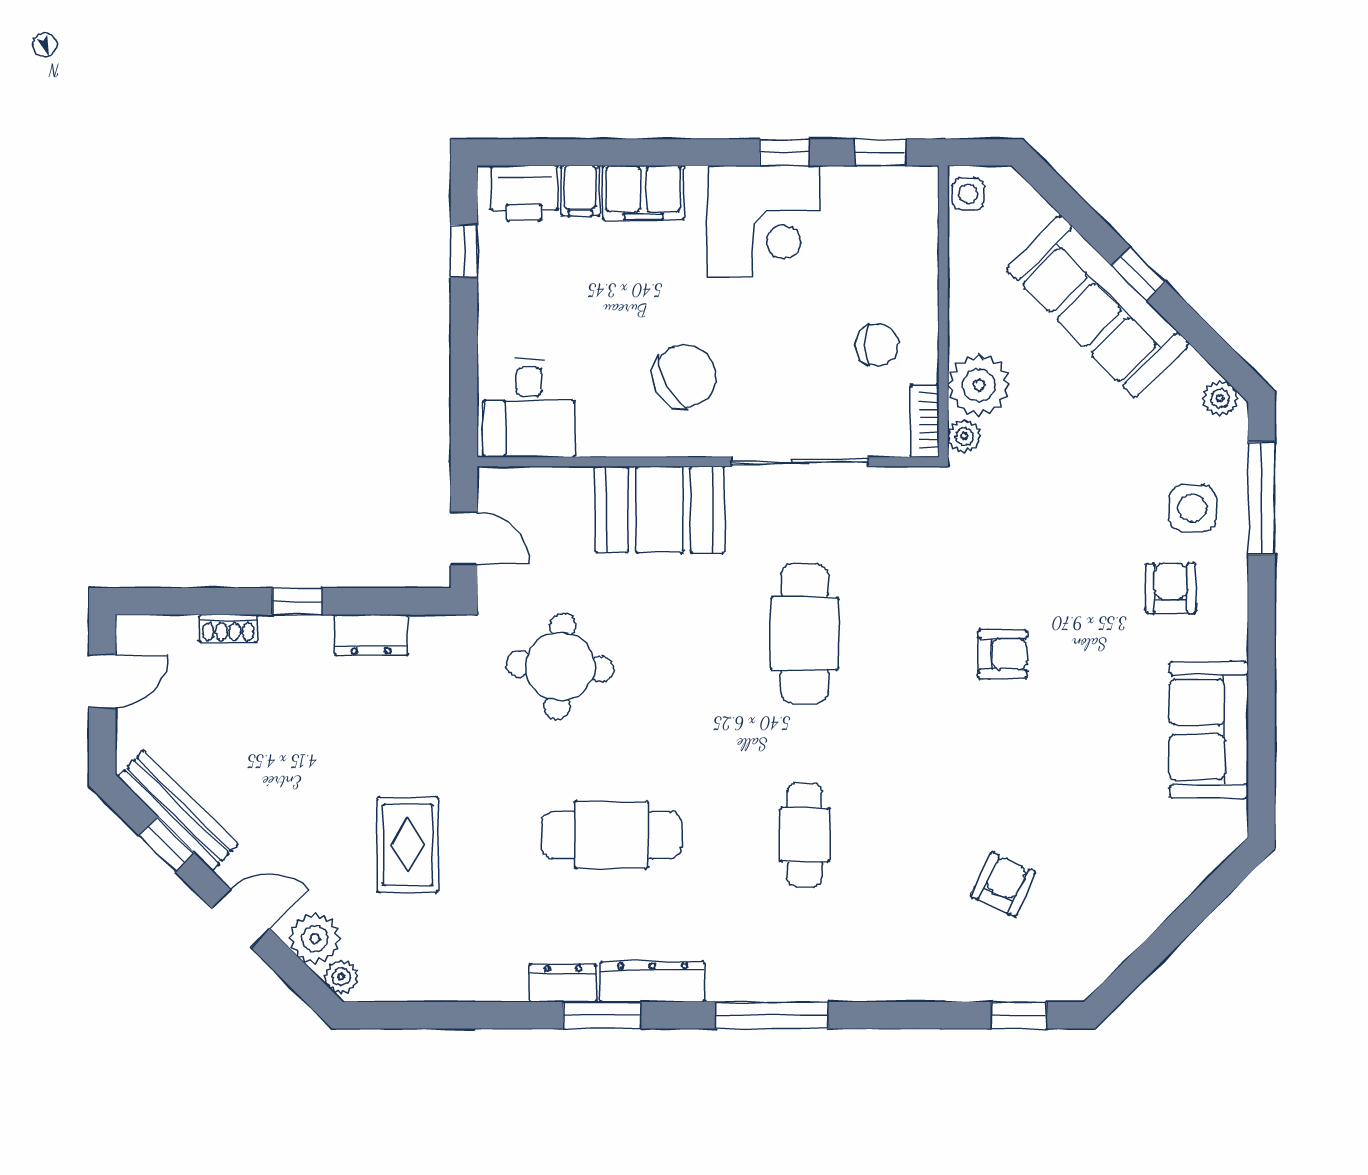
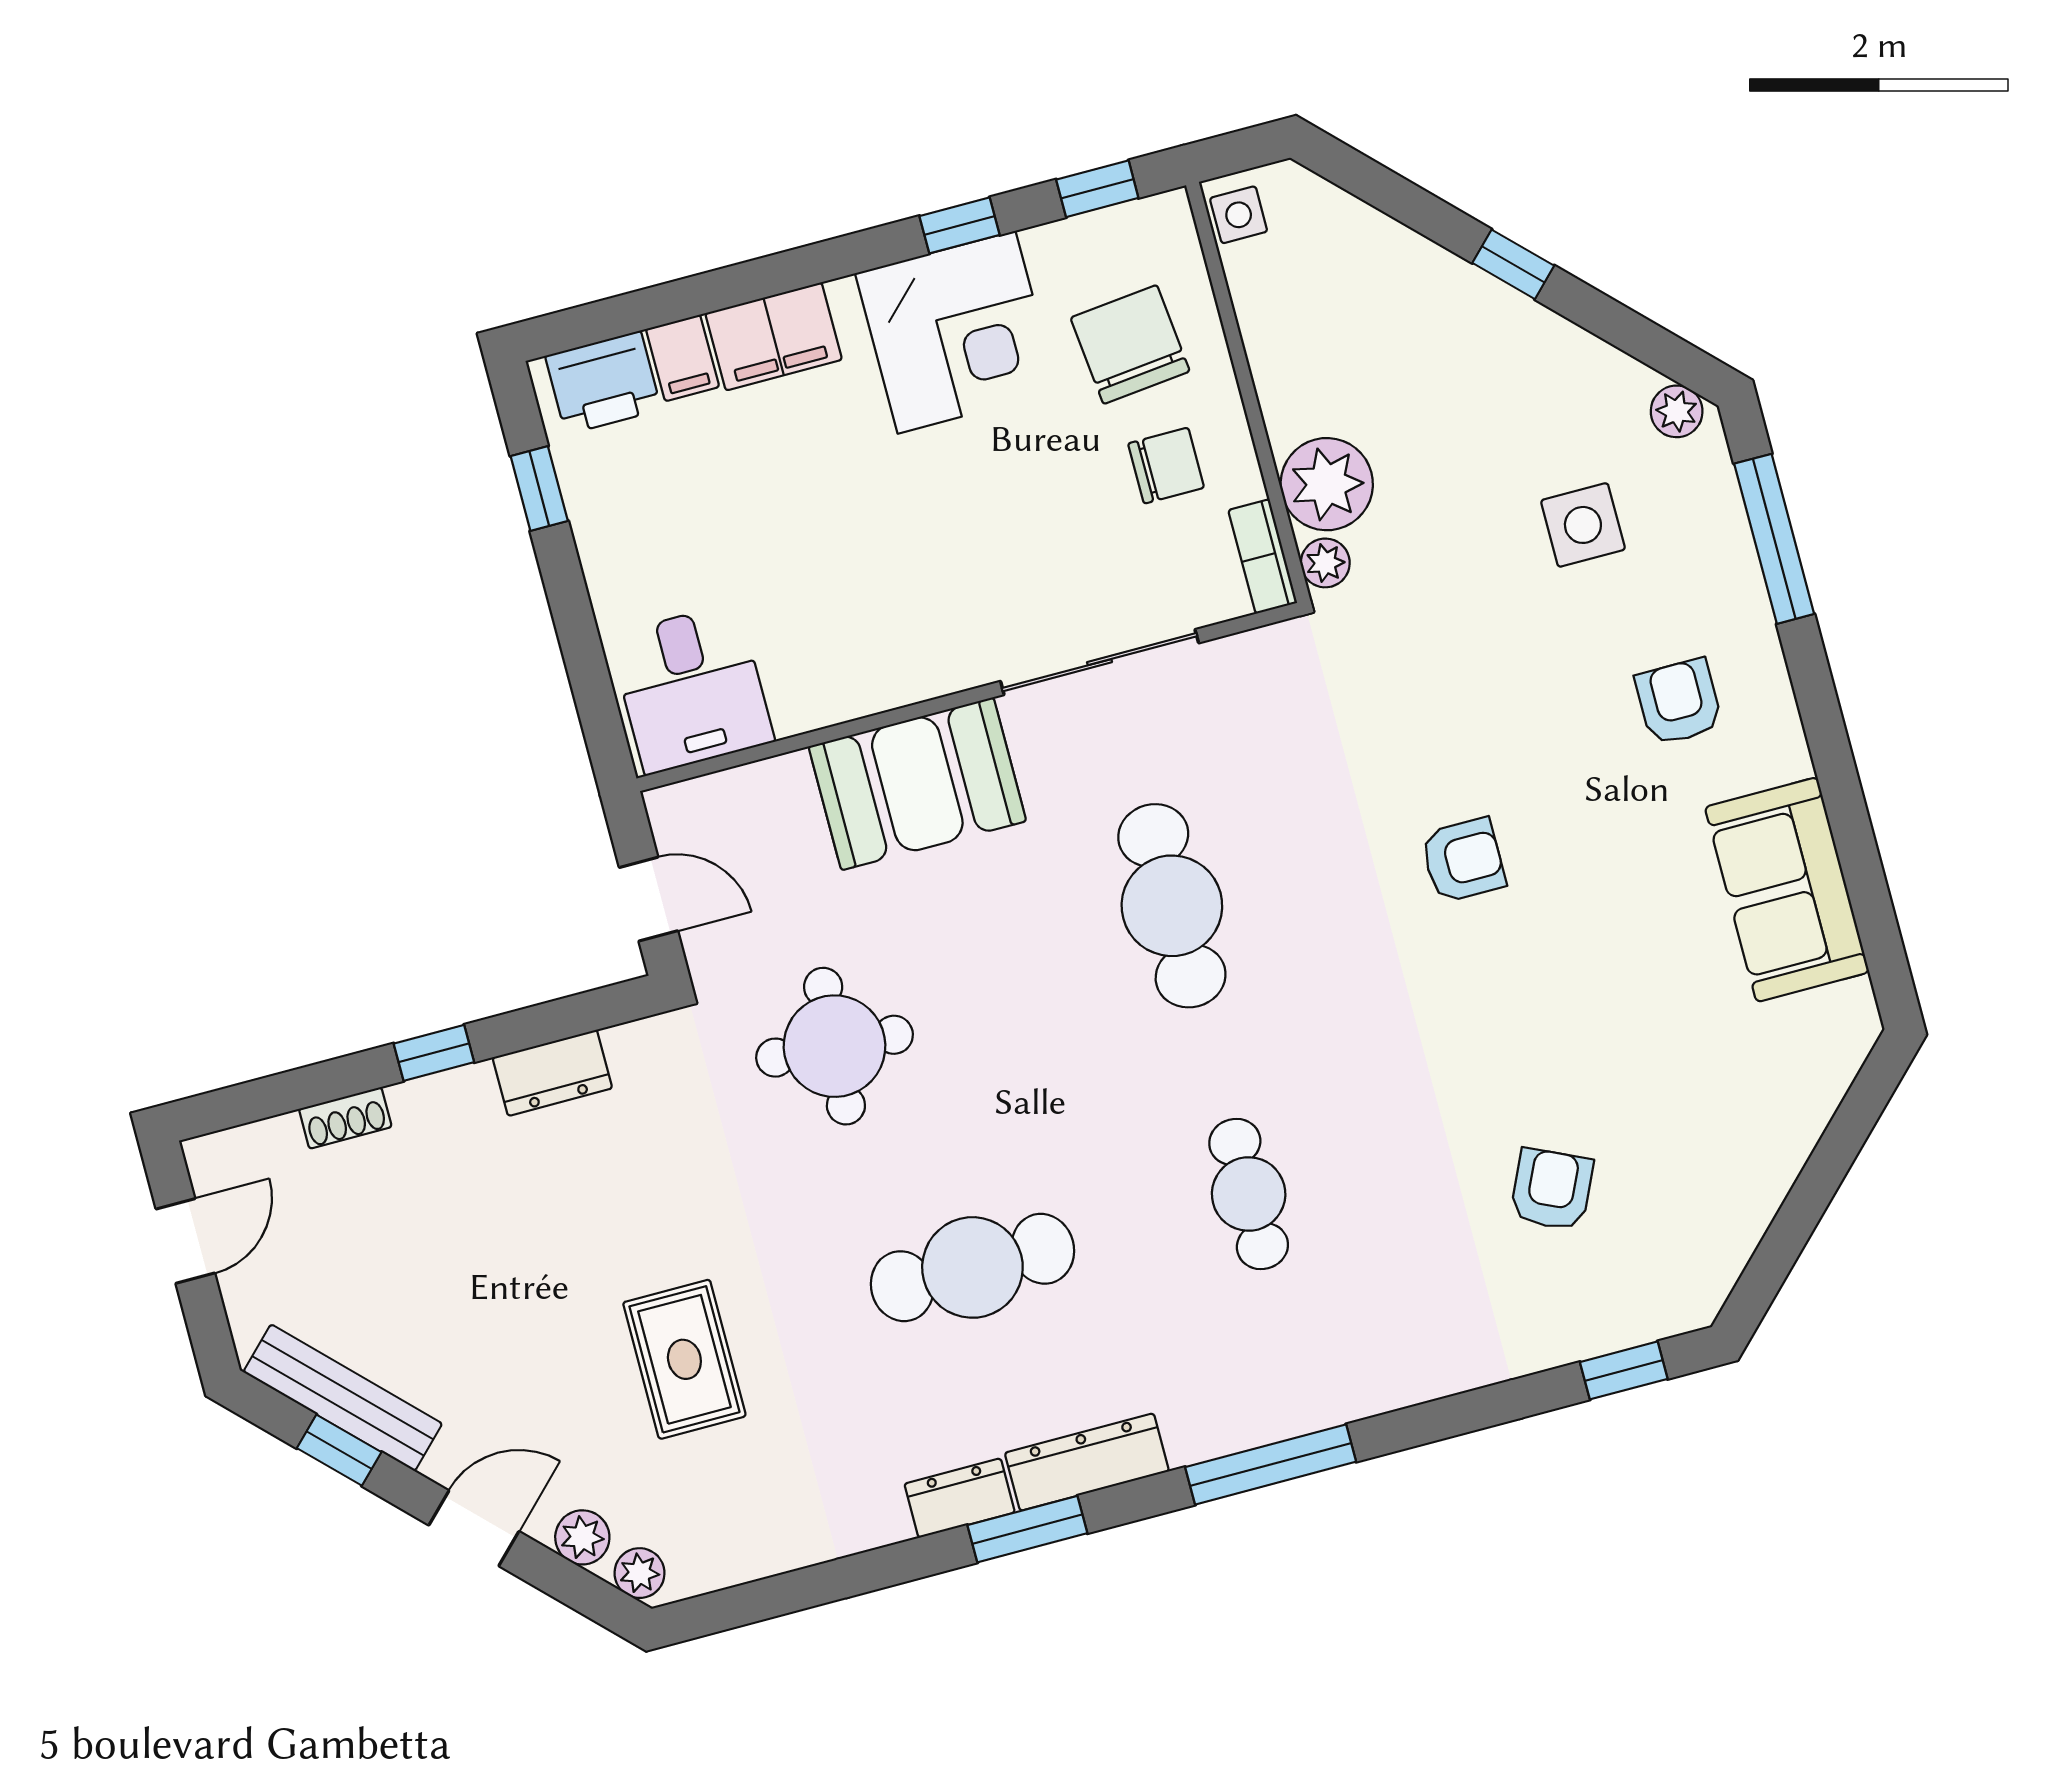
sofa: (1098, 307) -> (1467, 327), removed
chair: (684, 377) -> (1130, 345), moved, turned -68
side table: (1193, 508) -> (1583, 525), moved
plant: (315, 938) -> (582, 1537), width x0.73, depth x0.73

